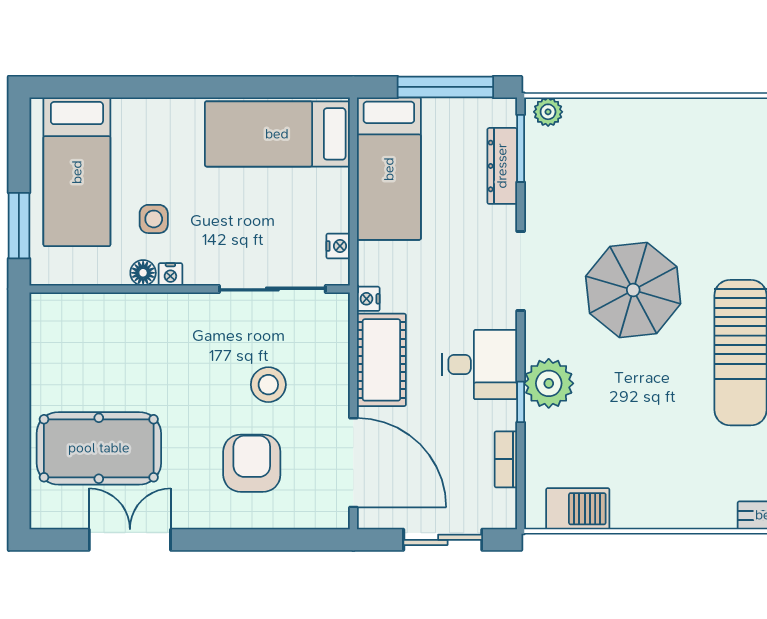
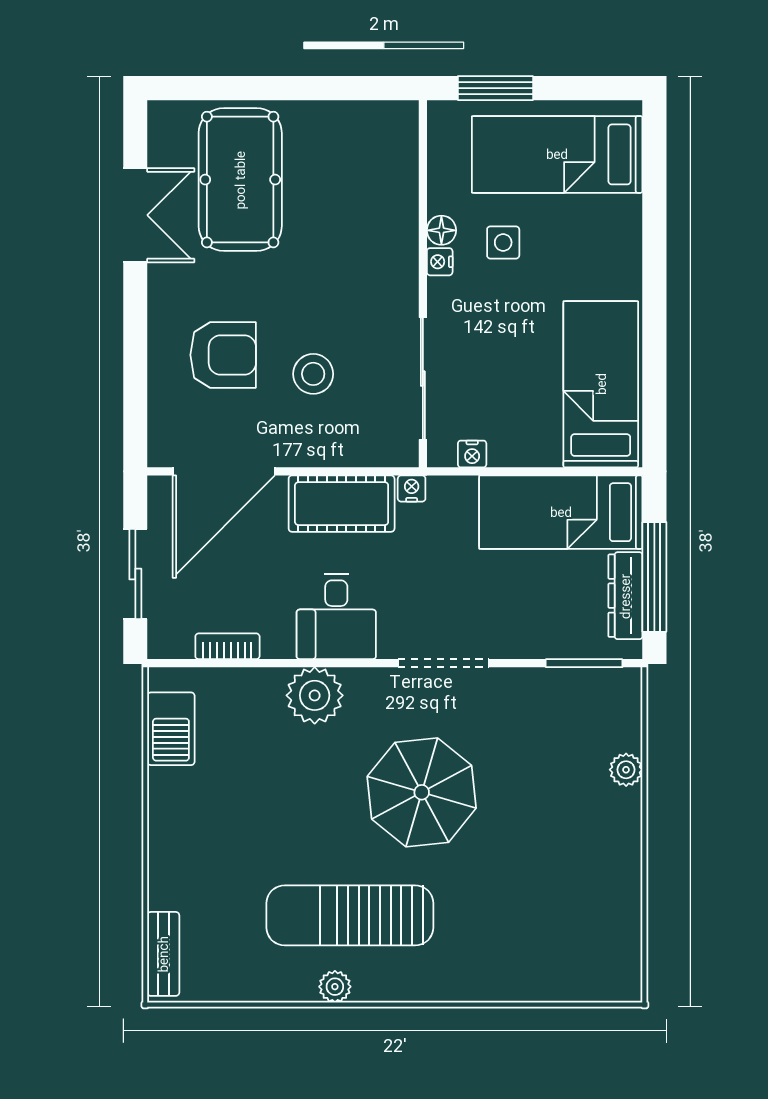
plant: (548, 112) -> (626, 770), moved
dresser: (502, 166) -> (625, 596), moved, turned -90
window: (521, 402) -> (293, 663), removed

